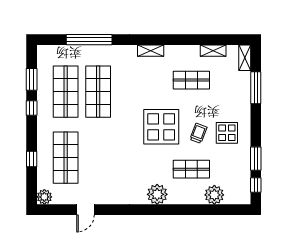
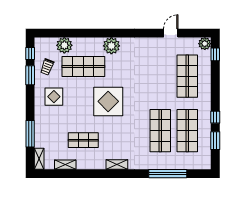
trolley: (198, 133) -> (47, 67), moved
window: (32, 159) -> (215, 54), moved
shop shelf: (191, 169) -> (83, 67), width x1.43, depth x1.36

